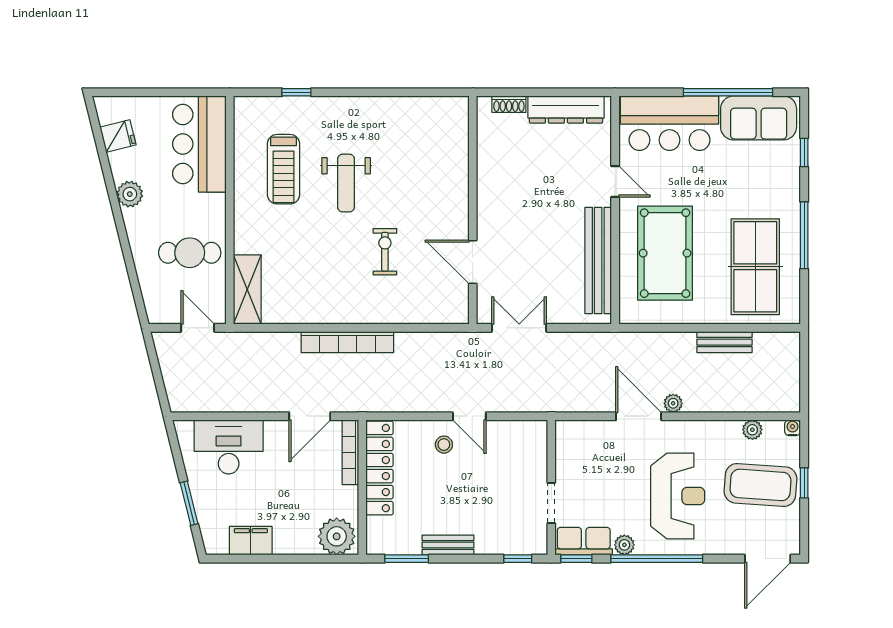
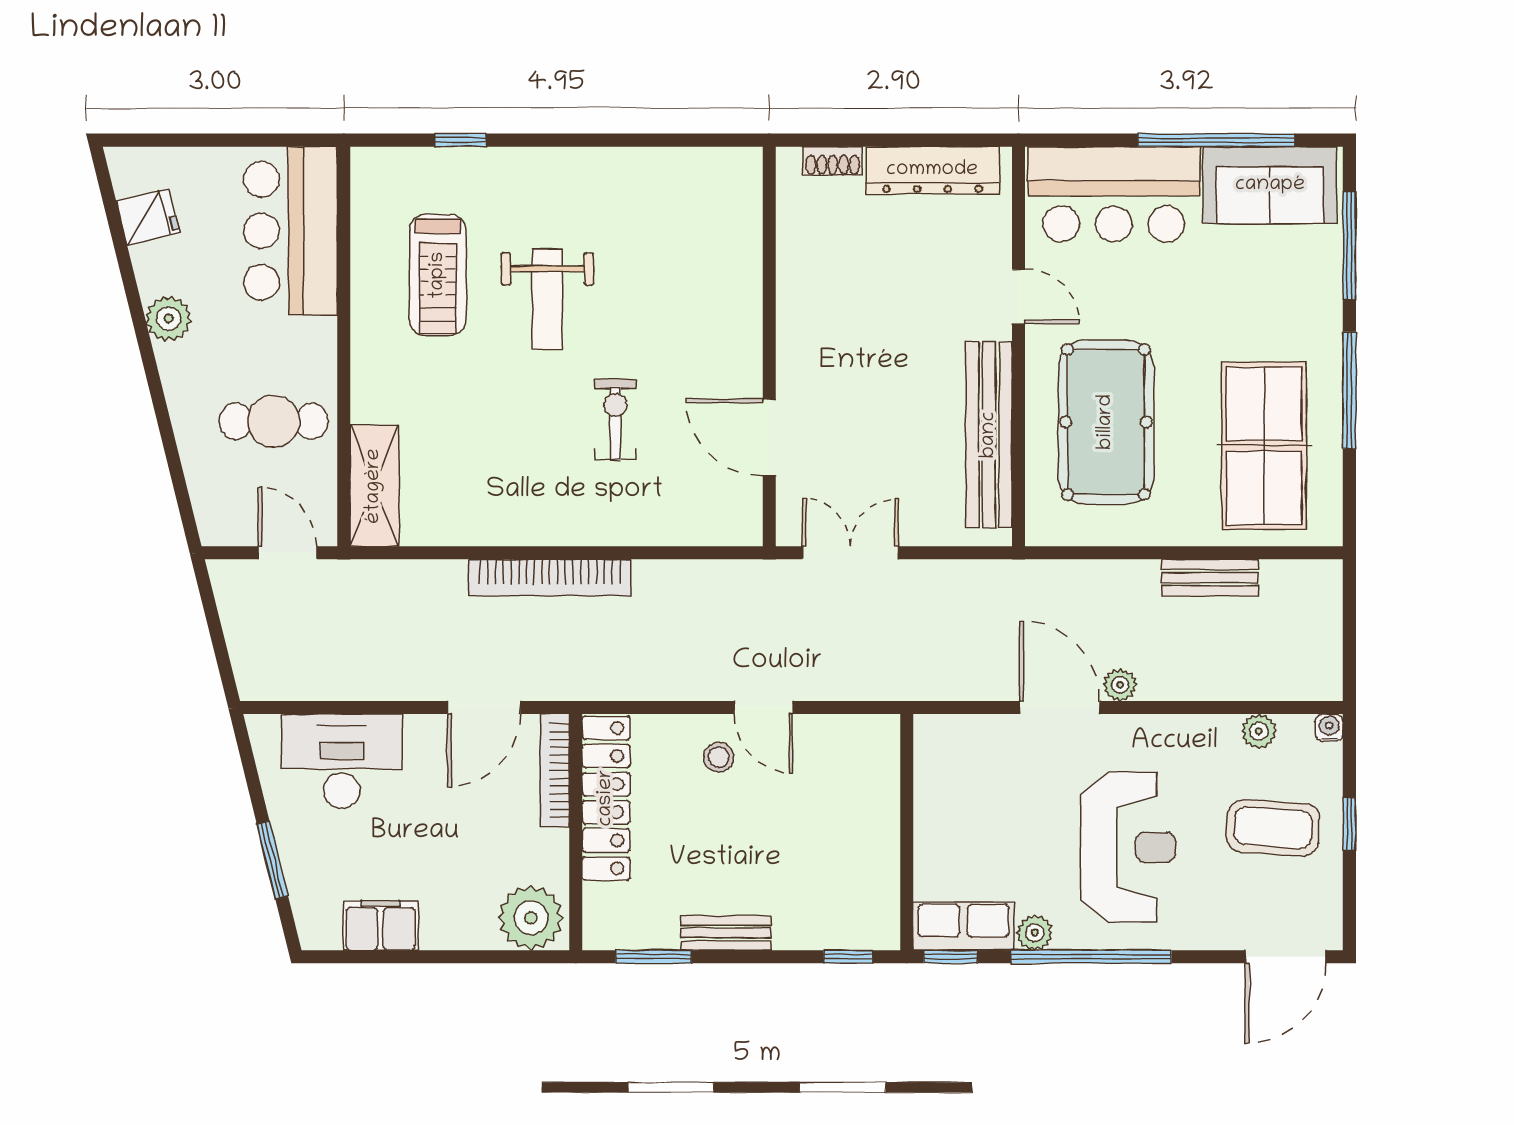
window: (804, 152) -> (1349, 246), width x2.17
coffee table: (760, 485) -> (1273, 828), width x0.73, depth x0.76
doorway: (551, 503) -> (907, 859), removed

